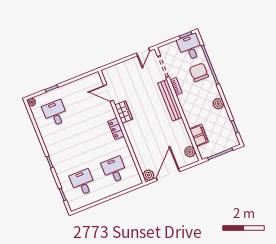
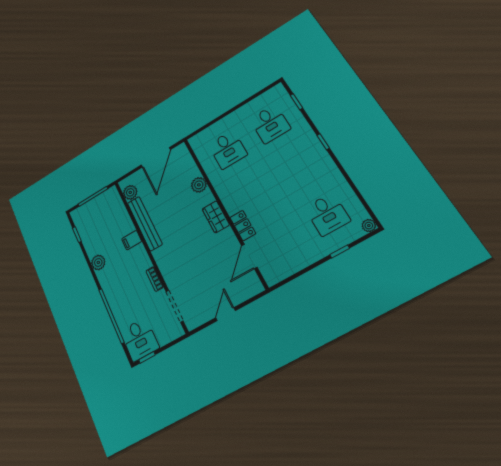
door: (143, 52) -> (226, 314), moved
chair: (199, 72) -> (125, 303), removed
door: (109, 93) -> (249, 256), swing flipped
bench: (170, 100) -> (145, 223), moved
wardrobe: (124, 112) -> (216, 217), moved
locker: (116, 129) -> (243, 226), moved
filing cabinet: (199, 135) -> (132, 240), moved, width x0.50
plant: (148, 175) -> (199, 185), moved

